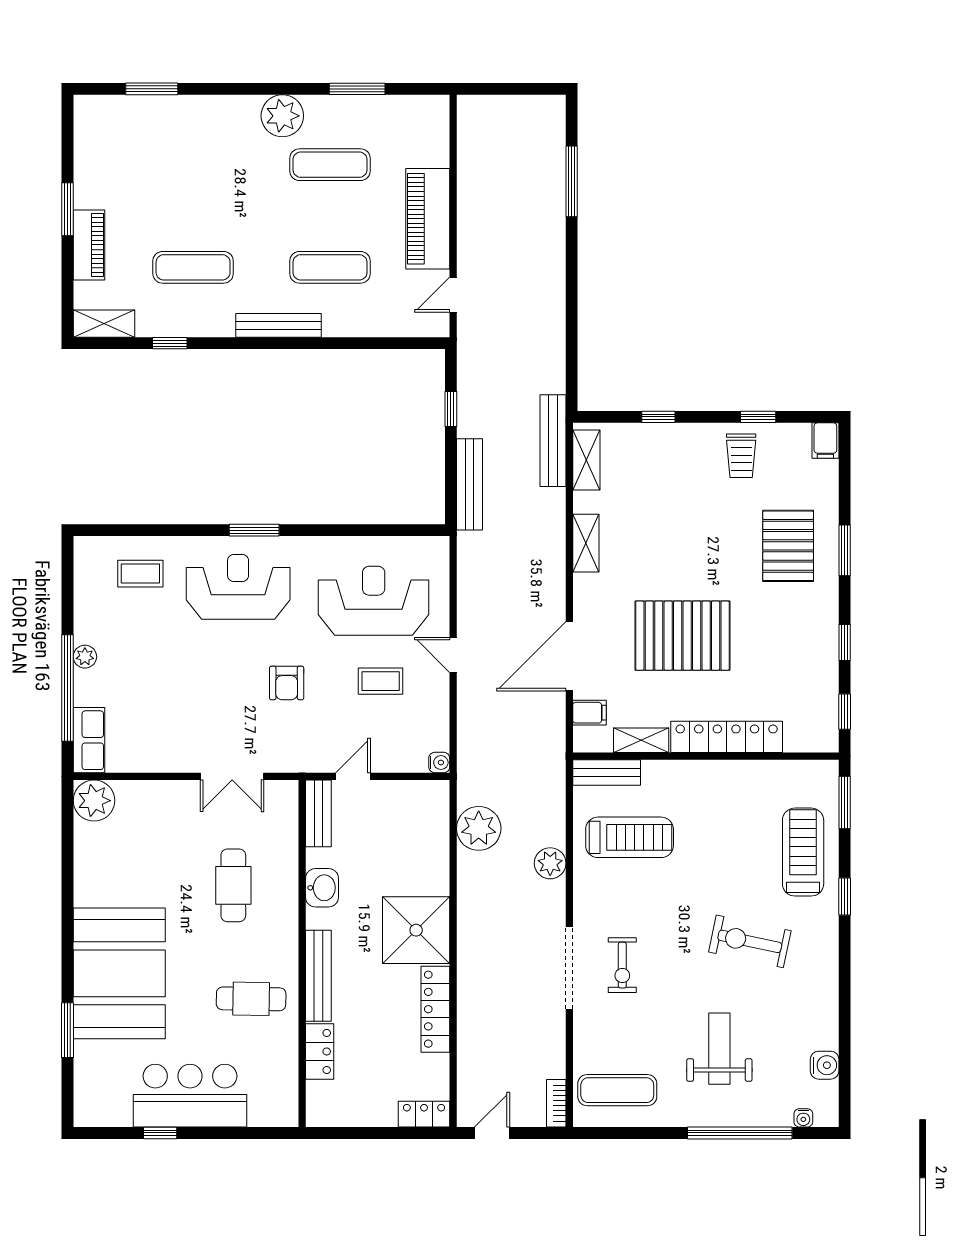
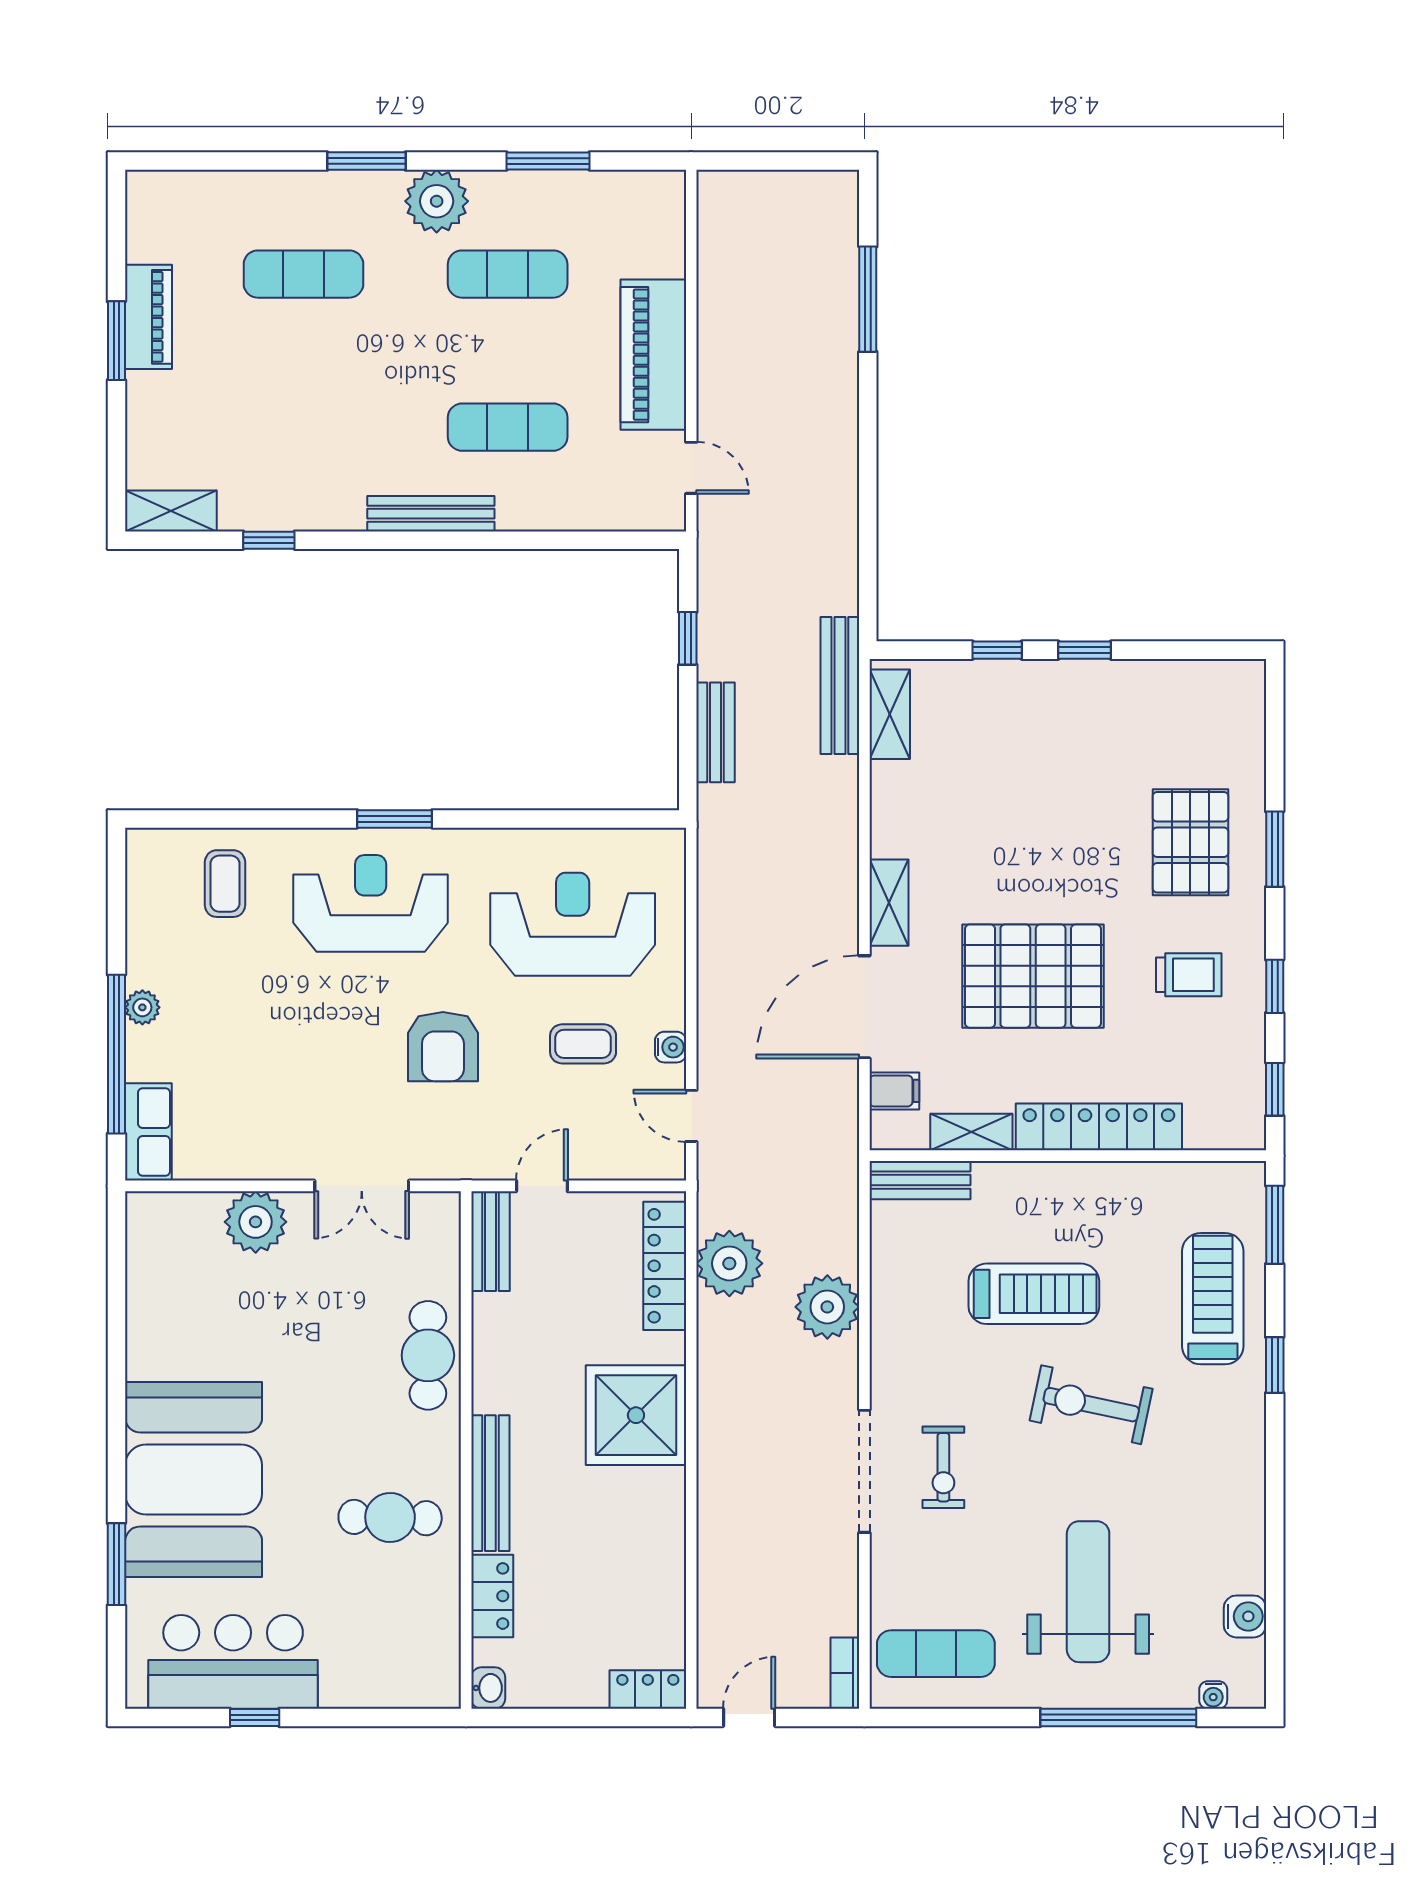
window: (152, 89) -> (366, 161), moved
piano: (89, 245) -> (148, 317), moved
exercise mat: (193, 267) -> (303, 274), moved
door: (453, 295) -> (691, 468), swing flipped
window: (758, 417) -> (1085, 650), moved
filing cabinet: (825, 441) -> (1246, 685), removed
trolley: (741, 456) -> (1189, 975), moved, turned -90
bench: (469, 484) -> (716, 732), width x0.73
shelving: (586, 543) -> (889, 903), moved
coffee table: (140, 574) -> (225, 884), turned 90
door: (453, 655) -> (691, 1116), moved
armchair: (287, 683) -> (443, 1047), width x1.38, depth x1.38
water cooler: (439, 763) -> (671, 1047), moved
plant: (94, 801) -> (256, 1222), moved
treadmill: (630, 837) -> (1034, 1294), moved
plant: (550, 863) -> (827, 1307), width x1.36, depth x1.36
cafe table: (233, 885) -> (428, 1355), moved
washbasin: (322, 888) -> (488, 1688), moved, width x0.72, depth x0.69
exercise bike: (750, 941) -> (1091, 1405), moved
locker: (435, 1009) -> (665, 1266), moved
weight bench: (719, 1049) -> (1088, 1592), width x1.36, depth x1.33
bar counter: (190, 1096) -> (233, 1662), moved

